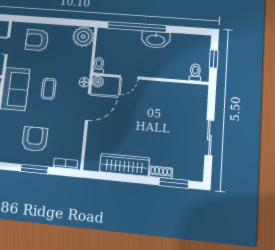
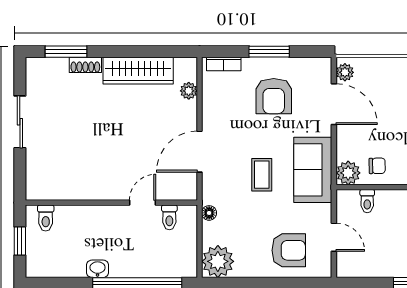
washbasin: (156, 40) -> (98, 269), width x0.52, depth x0.69
toilet: (99, 65) -> (169, 217), moved
floor lamp: (84, 82) -> (209, 213), moved
plant: (98, 82) -> (189, 91), moved

